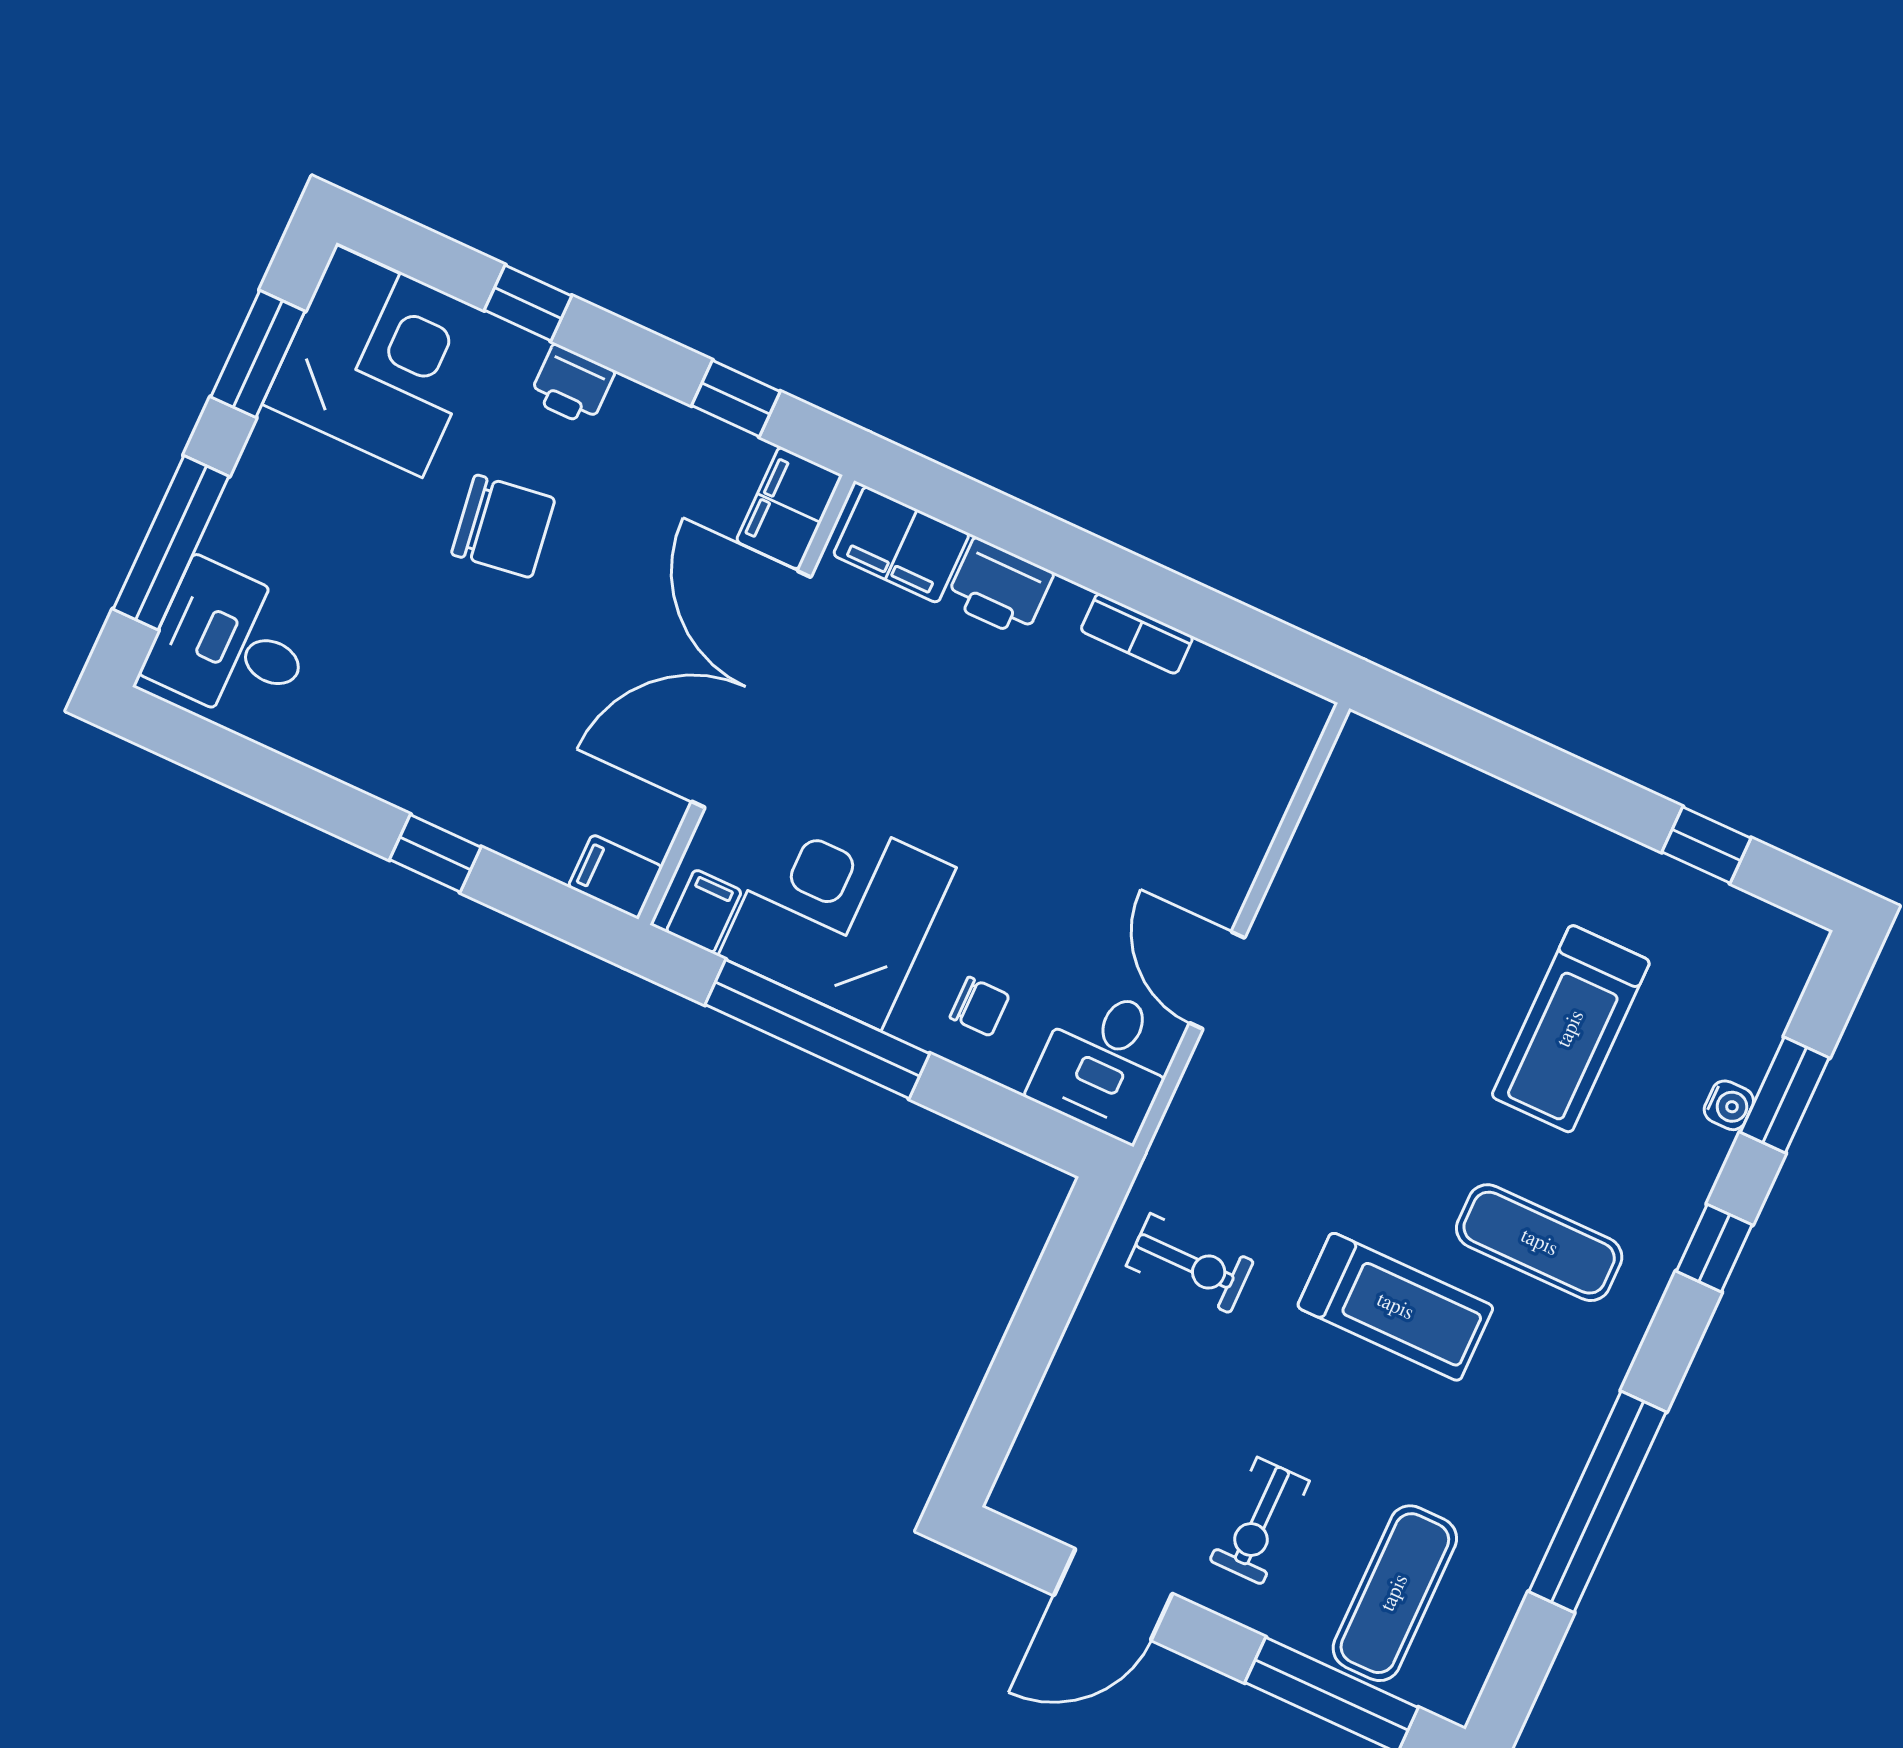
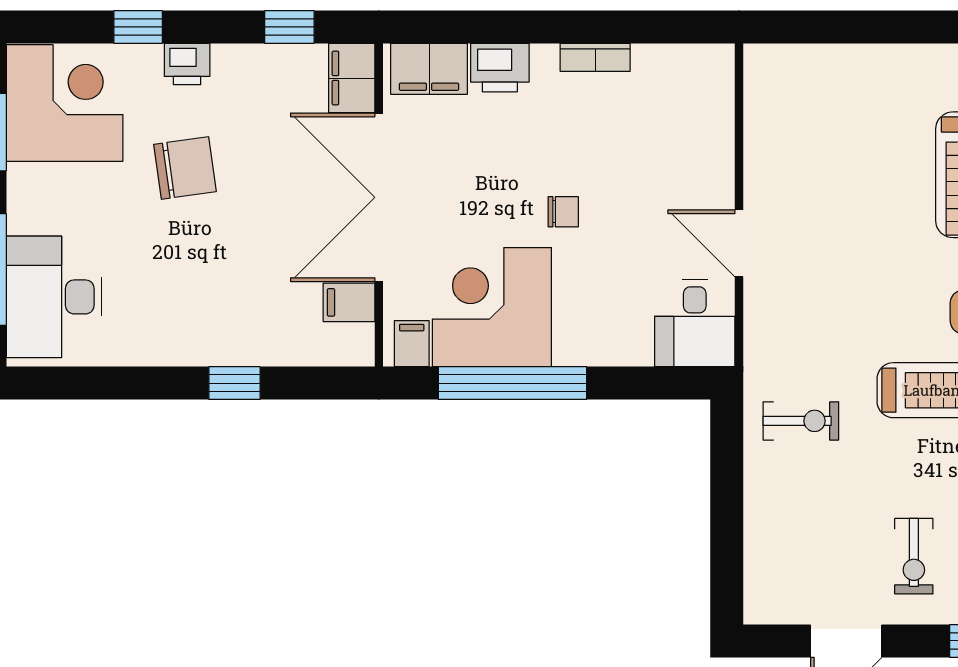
desk: (231, 643) -> (54, 297), width x1.37
filing cabinet: (615, 877) -> (349, 302), moved
chair: (980, 1007) -> (563, 212), moved

